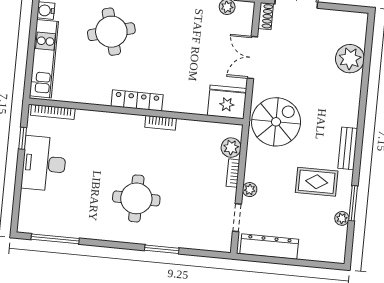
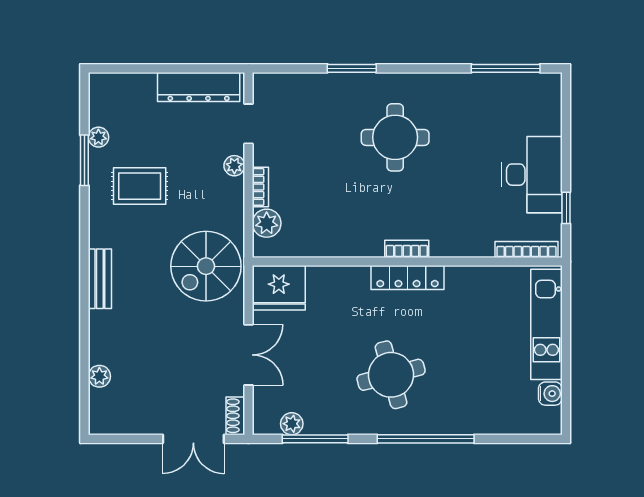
round table: (111, 32) -> (391, 375), moved
plant: (350, 59) -> (99, 376), width x0.53, depth x0.53
bookcase: (161, 123) -> (407, 249), moved
bench: (348, 148) -> (100, 279), moved

